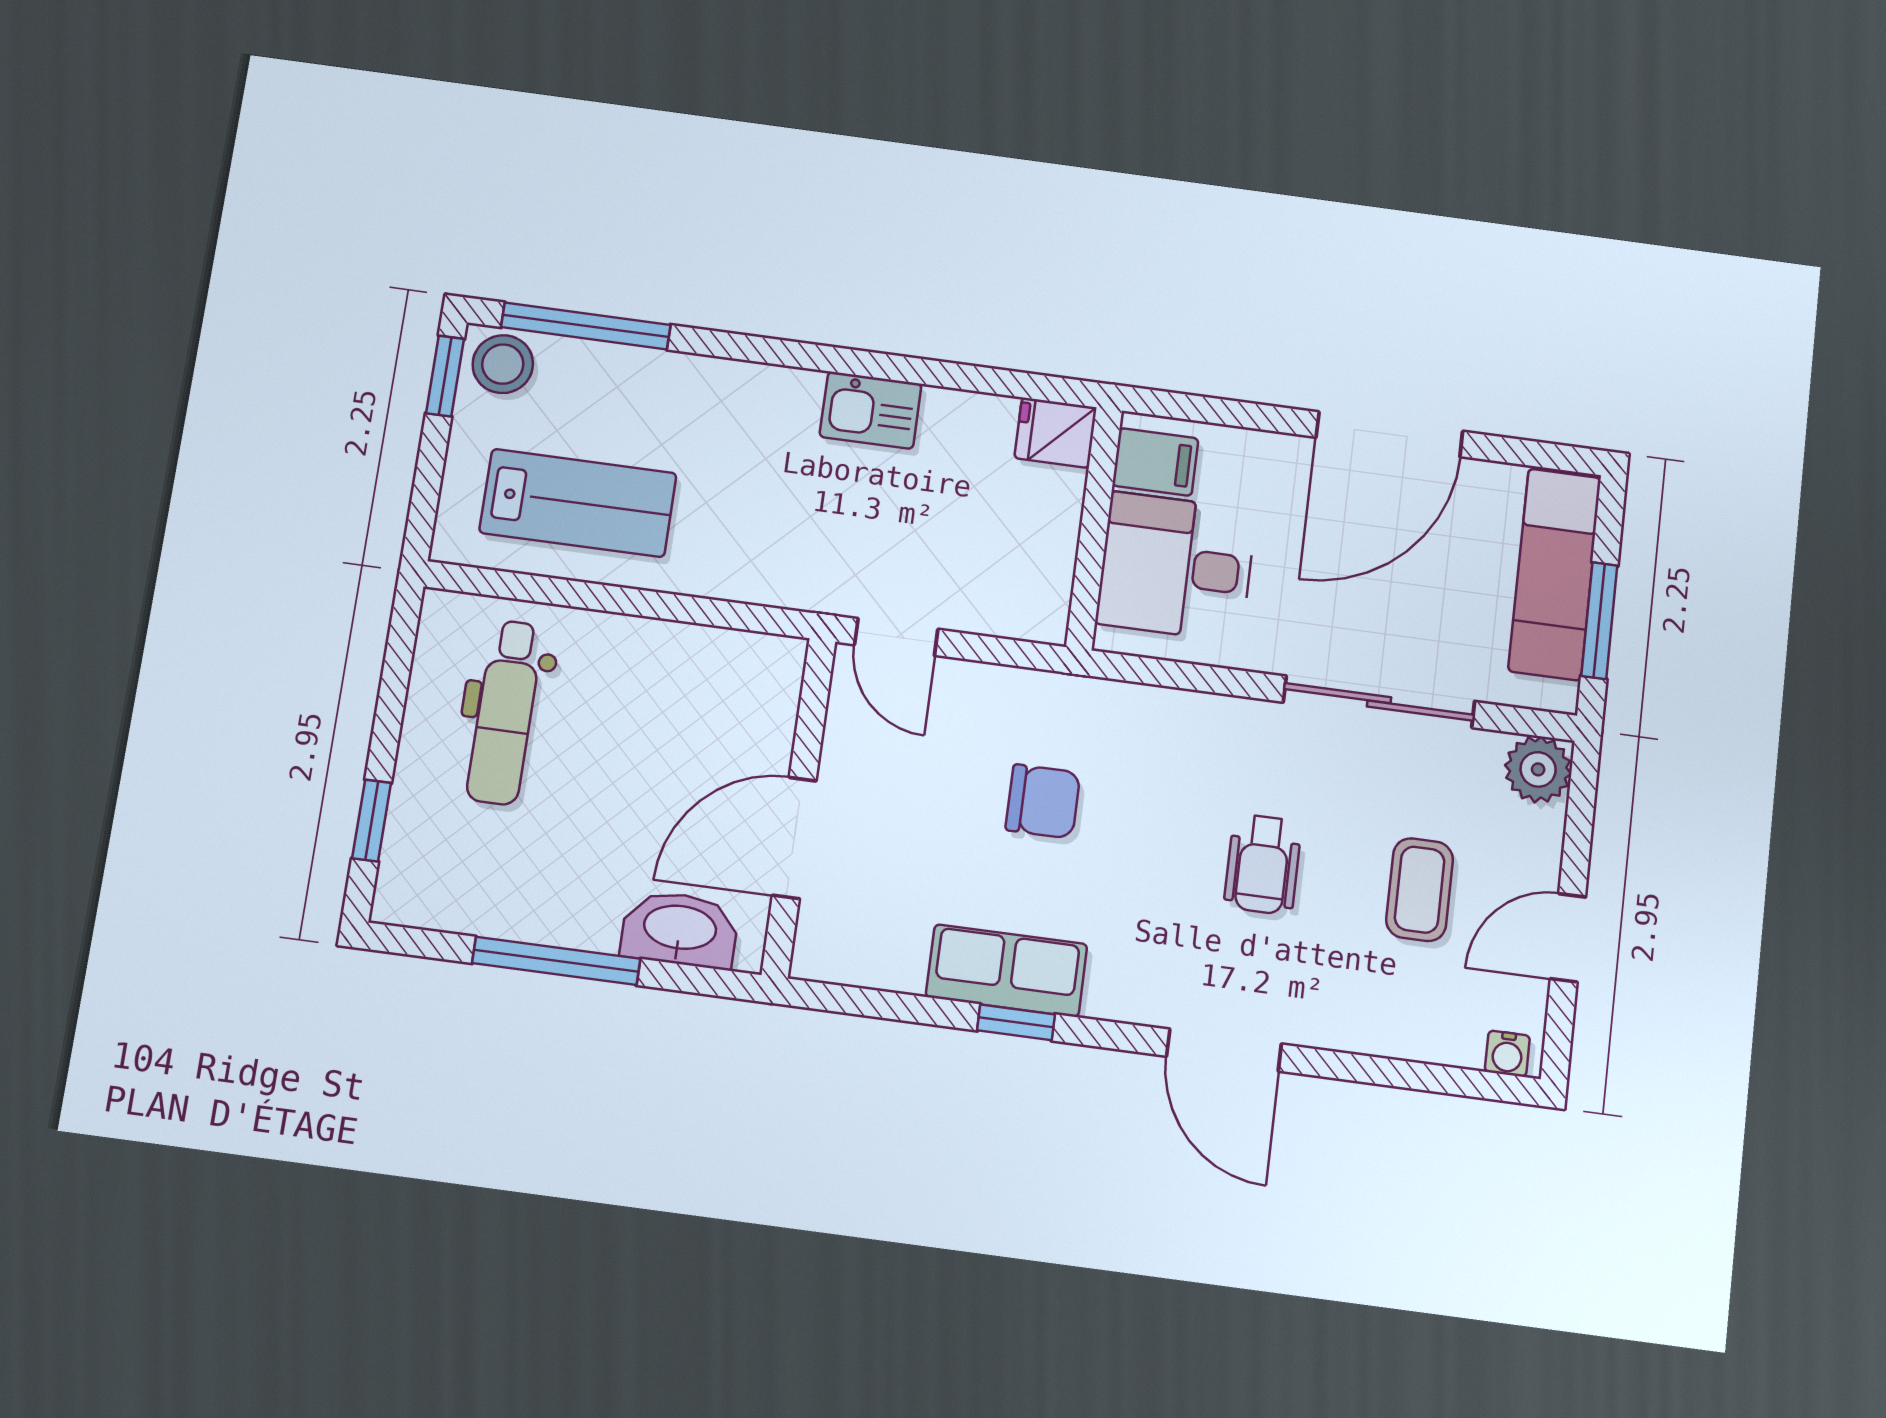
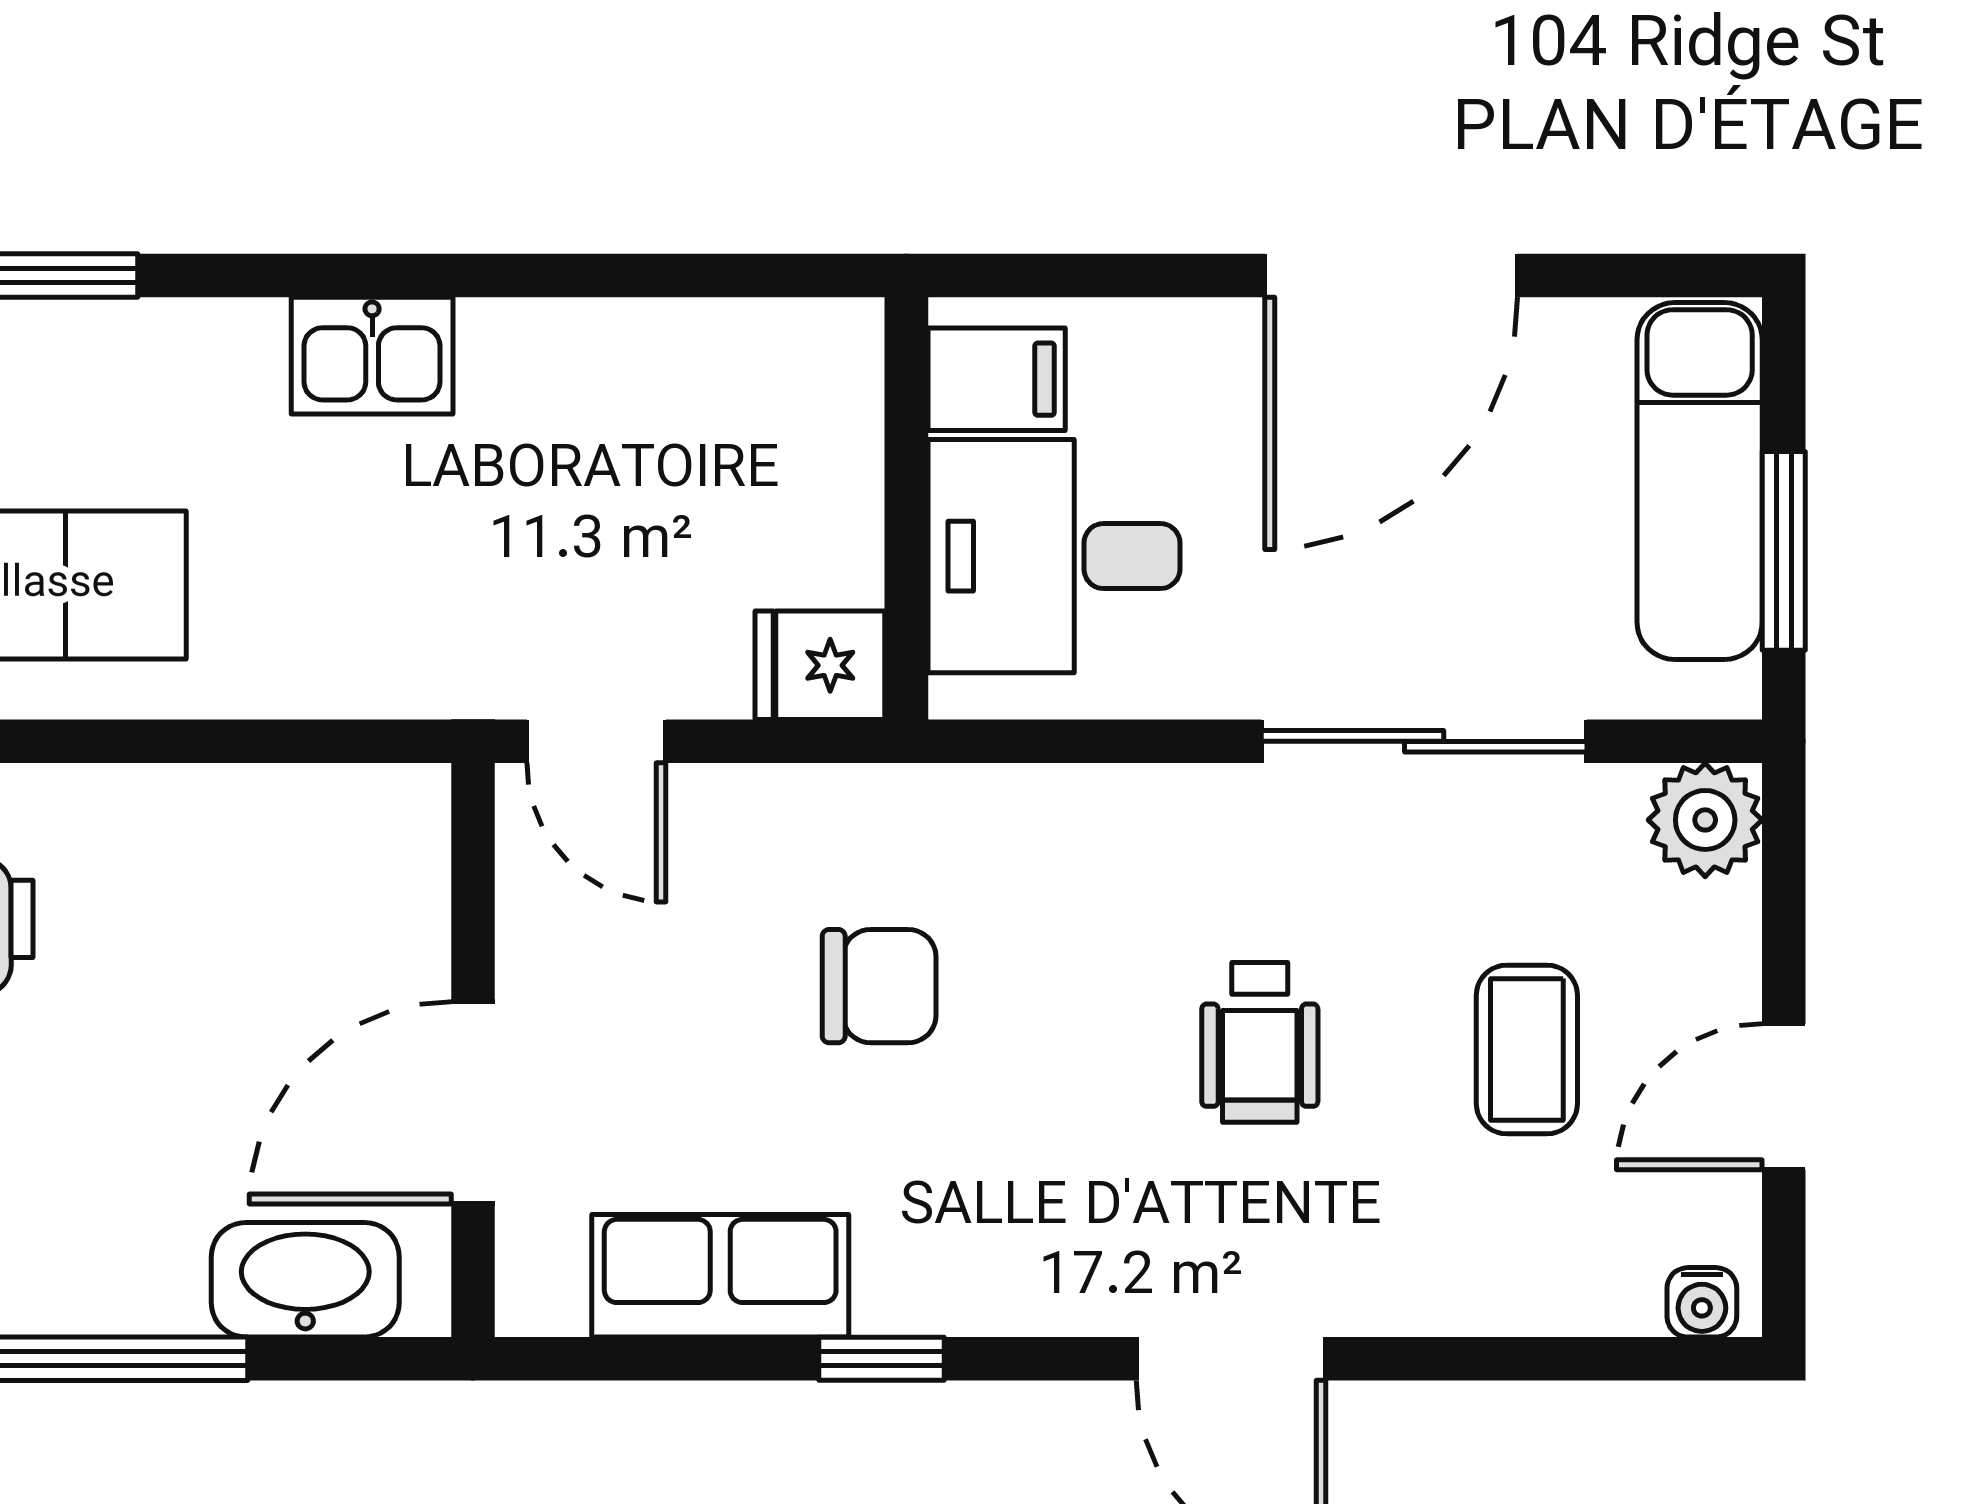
kitchen sink: (871, 410) -> (372, 356), moved
fridge: (1056, 433) -> (820, 665), moved
row of seats: (1007, 971) -> (720, 1276), moved

